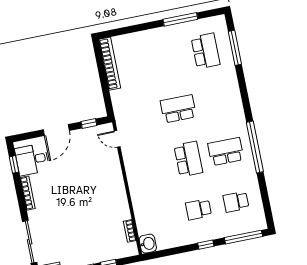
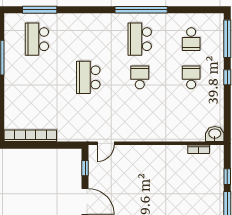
school desk: (206, 51) -> (37, 39), turned -90
school desk: (188, 159) -> (140, 77), width x0.54
school desk: (199, 209) -> (191, 77), turned 180

